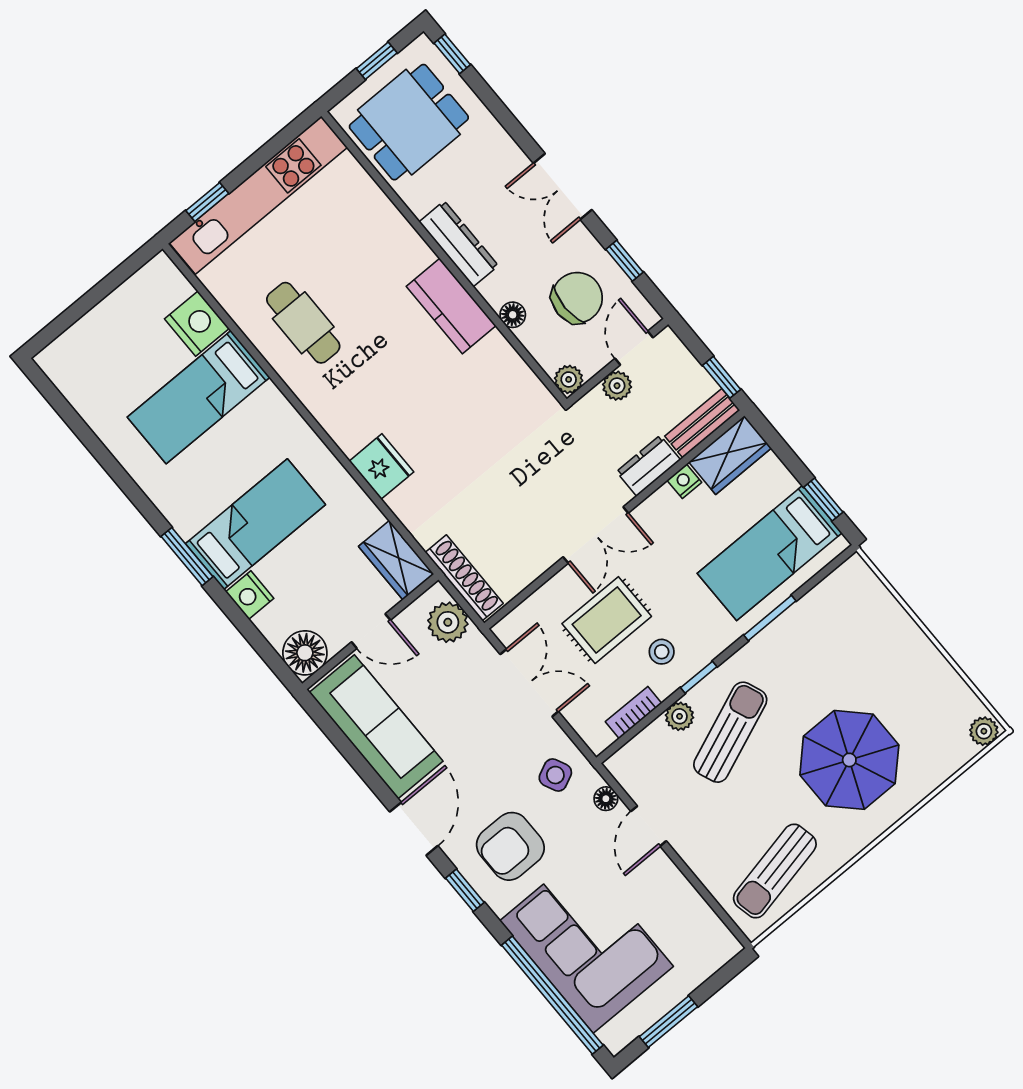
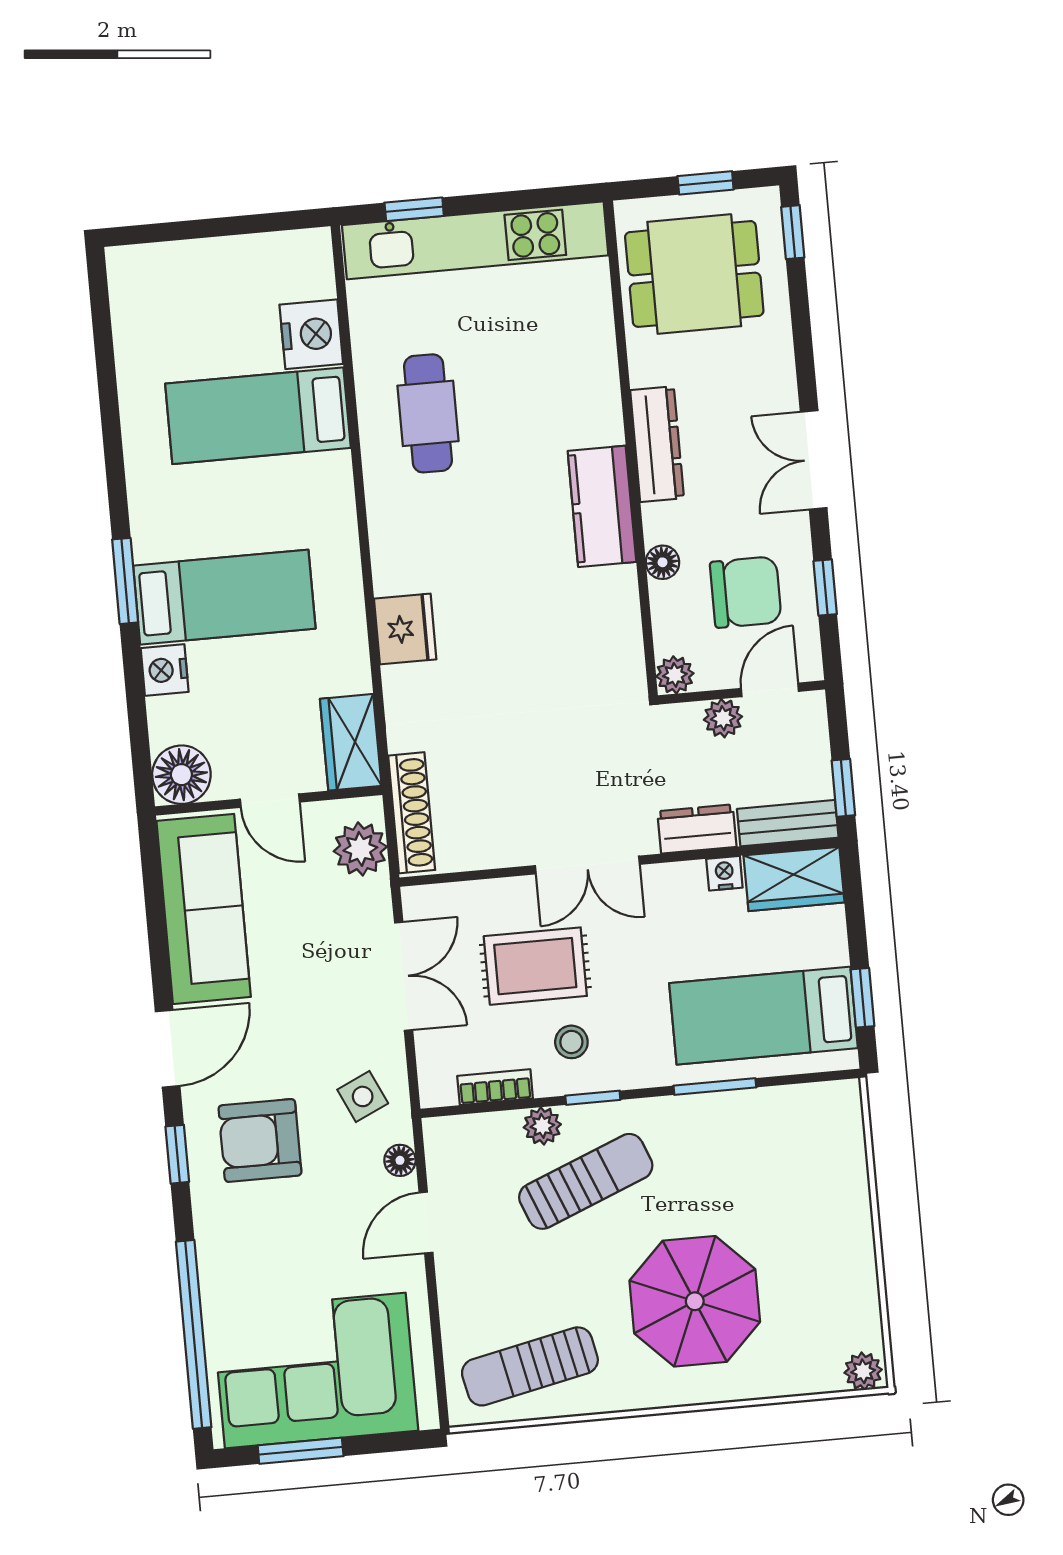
corner sofa: (586, 944) -> (315, 1370), moved, turned -90

